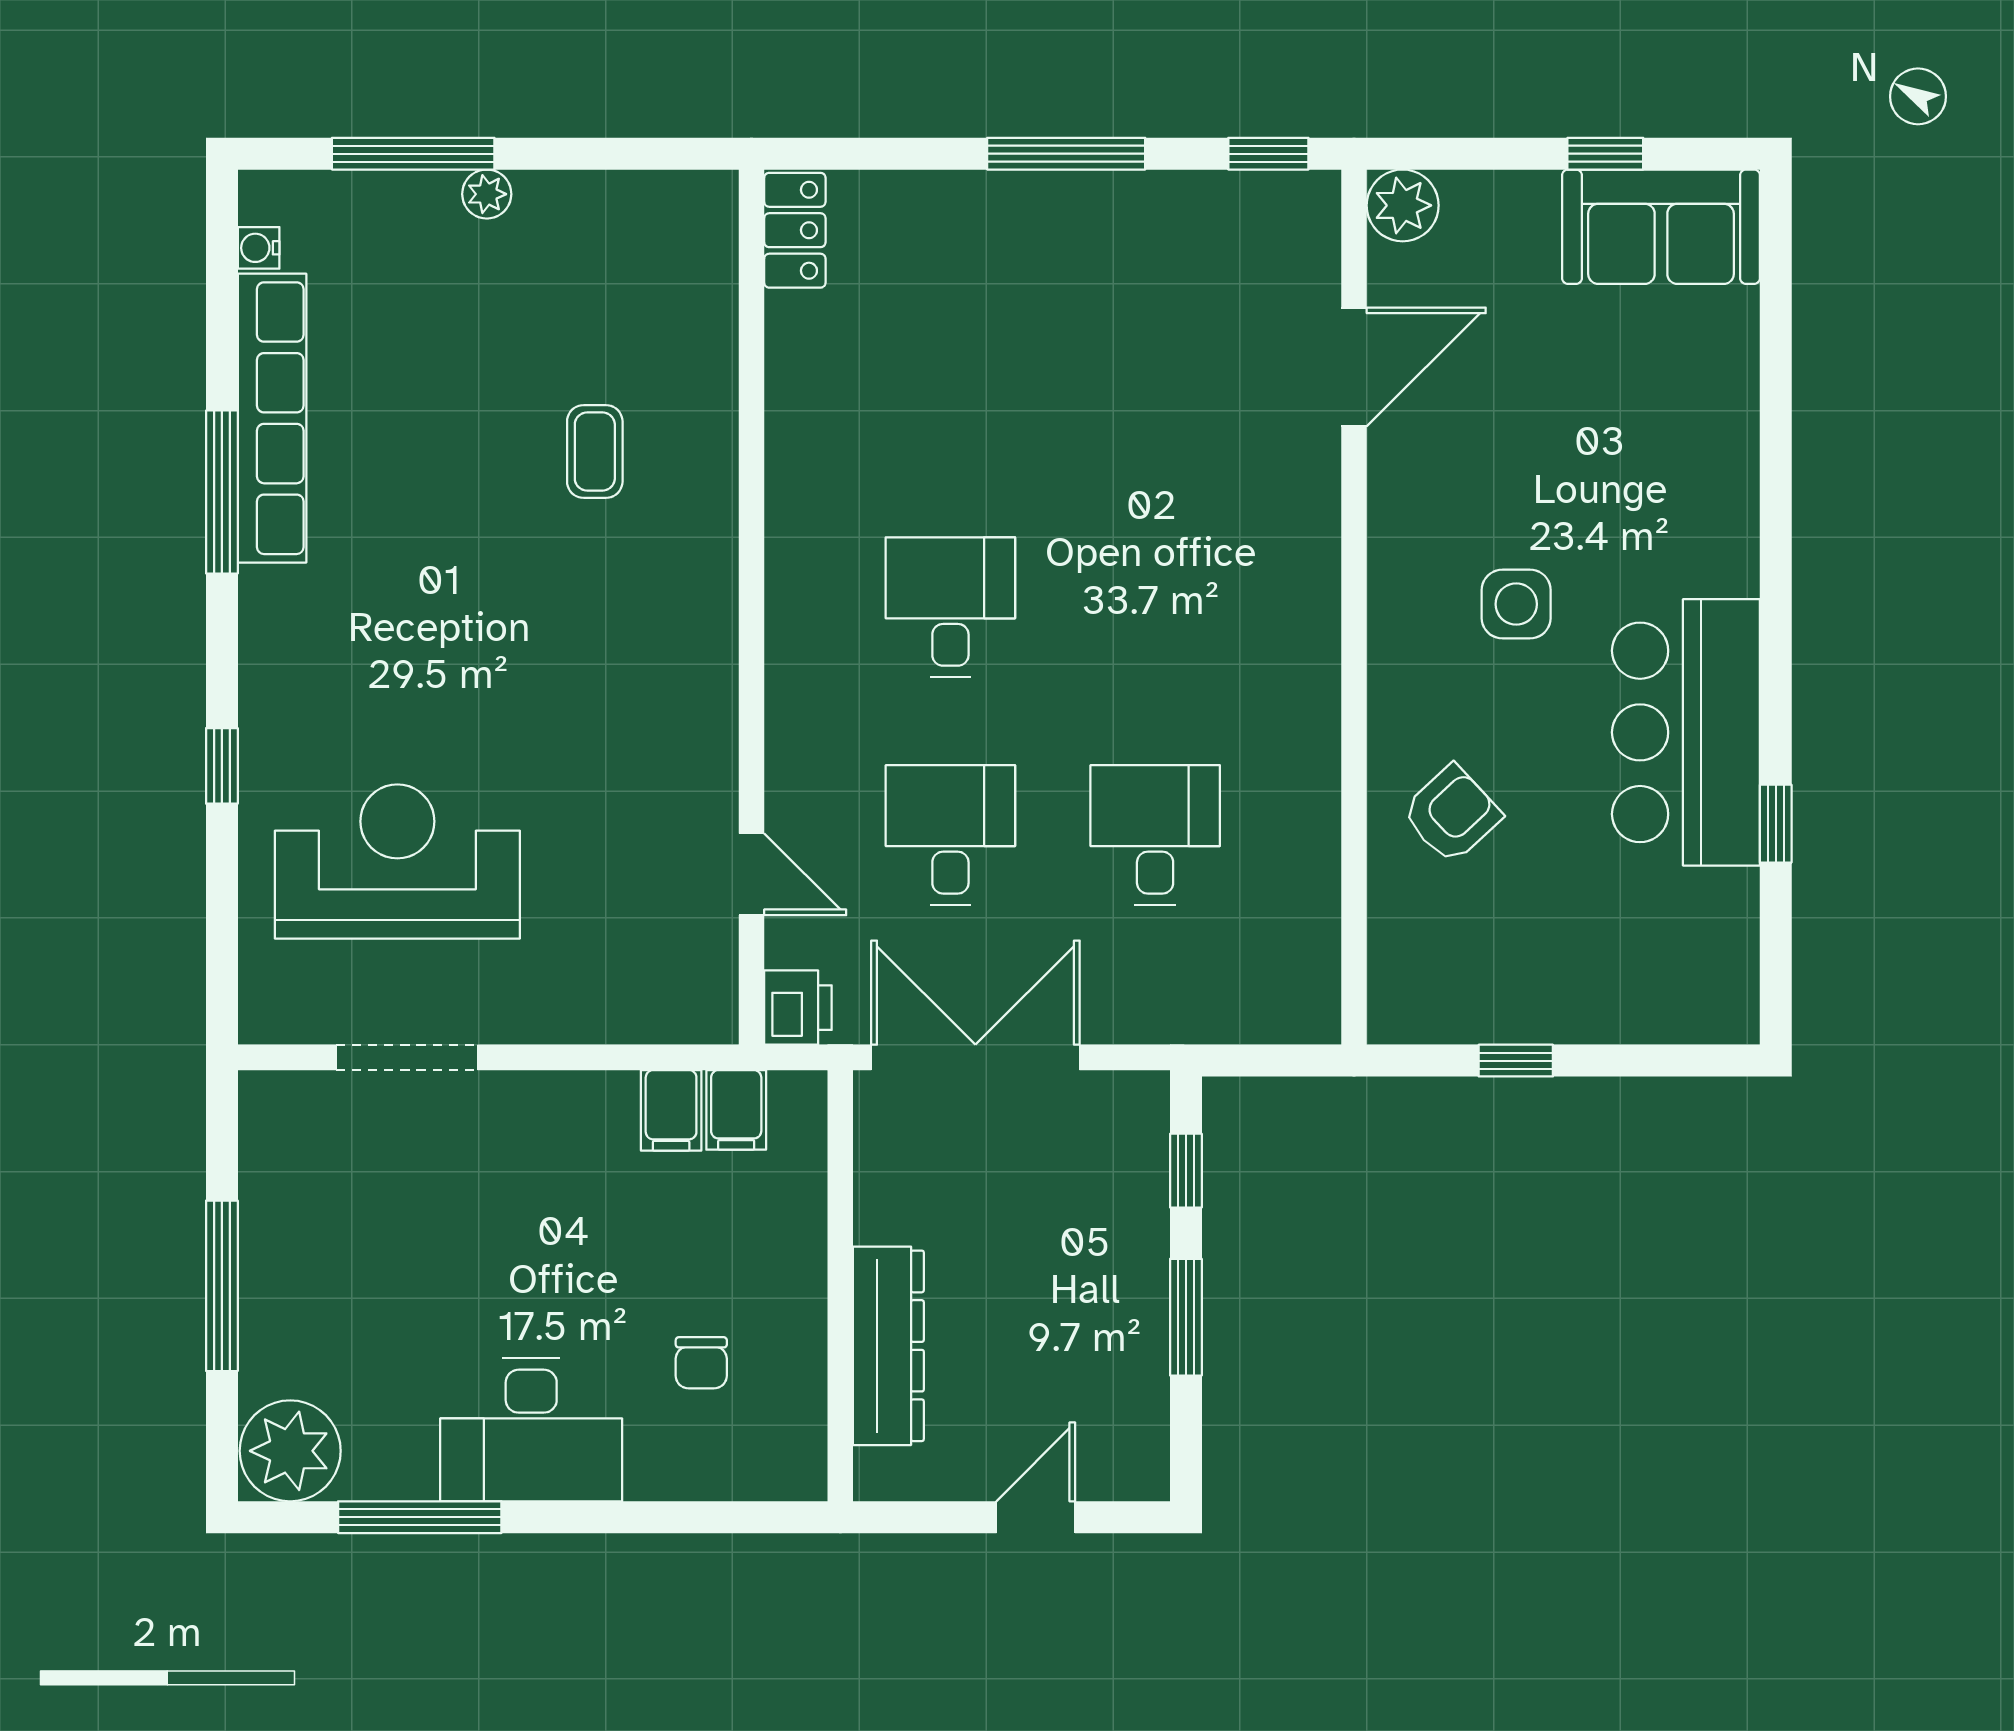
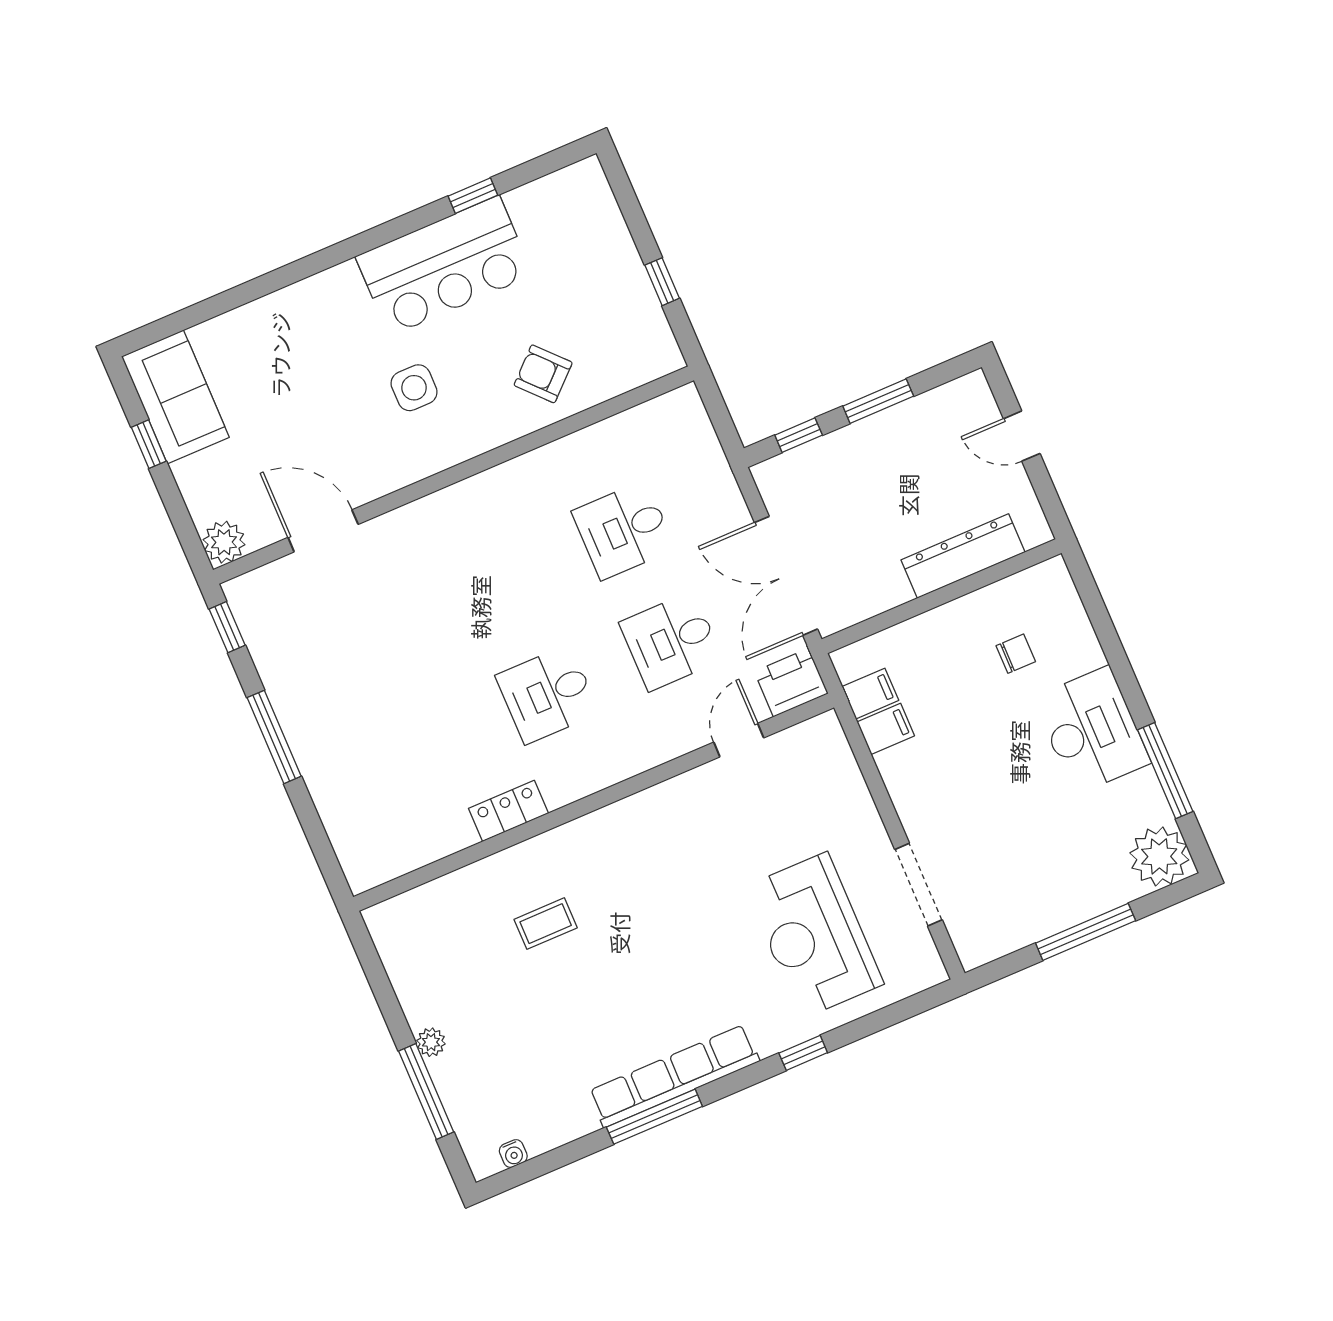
locker: (795, 230) -> (508, 811), moved
row of seats: (272, 418) -> (674, 1076), moved
printer: (798, 1008) -> (791, 683), width x1.36, depth x1.24

